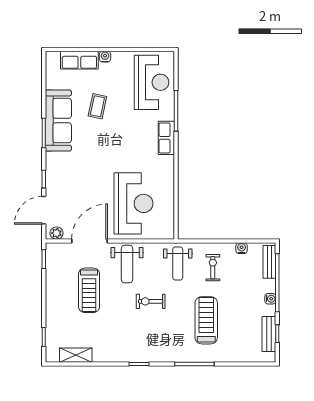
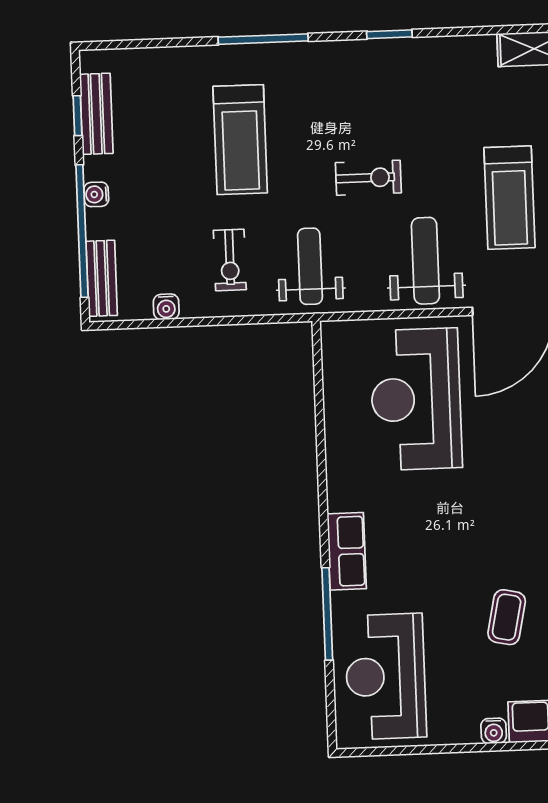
treadmill: (89, 290) -> (509, 198), turned 180

